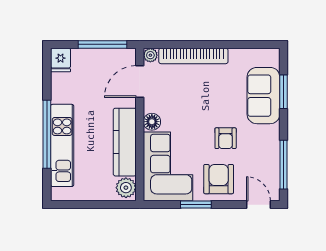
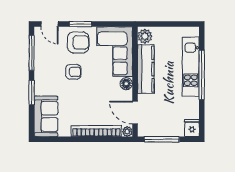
door: (140, 82) -> (135, 113), swing flipped
window: (283, 92) -> (32, 93), moved
sofa: (263, 96) -> (46, 116), moved
armchair: (226, 138) -> (73, 72), turned 90
armchair: (219, 179) -> (78, 42), turned -90
window: (196, 205) -> (81, 24), moved

